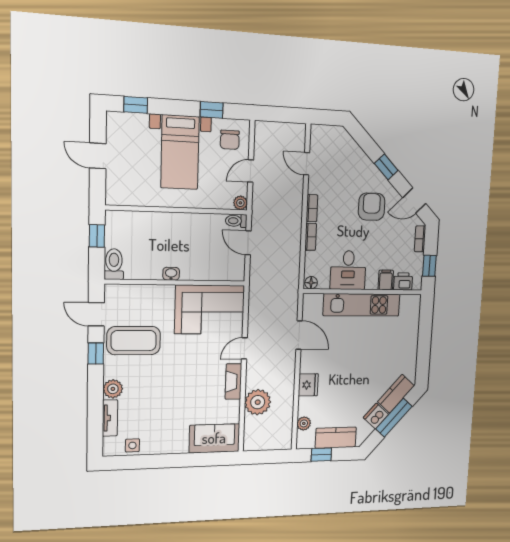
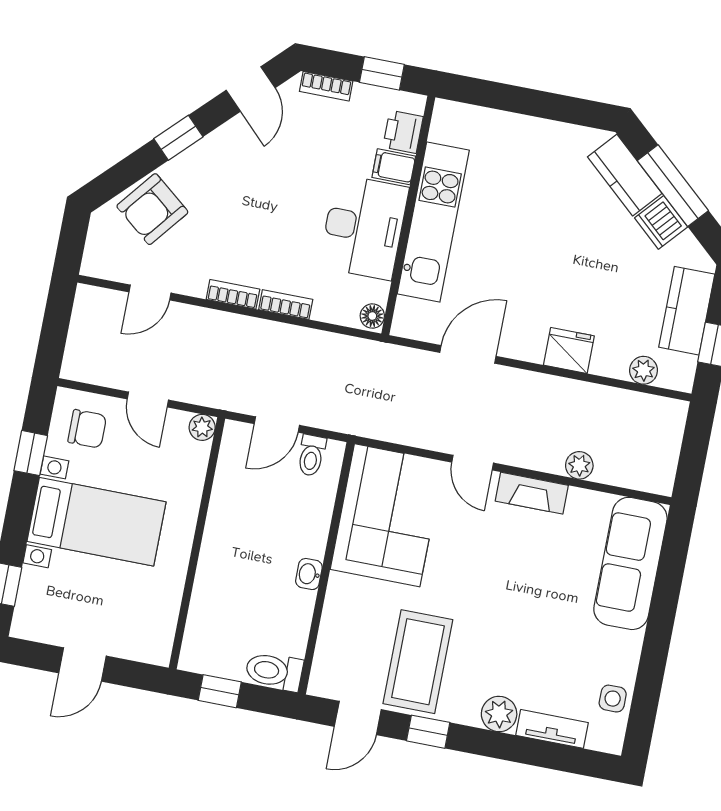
armchair: (372, 207) -> (152, 209), moved, turned -51
toilet: (236, 221) -> (311, 455), moved
desk: (348, 270) -> (364, 227), width x1.37
plant: (258, 402) -> (579, 465), width x0.53, depth x0.53
sofa: (214, 438) -> (630, 563), width x1.36

